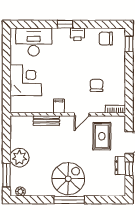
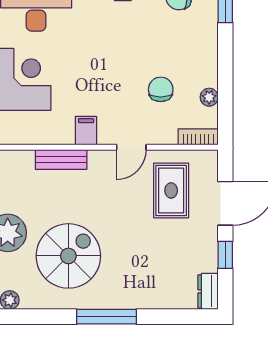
plant: (121, 89) -> (209, 97), added
dresser: (120, 166) -> (208, 291), moved
spiral stairs: (68, 179) -> (68, 256), moved

